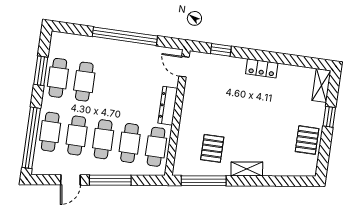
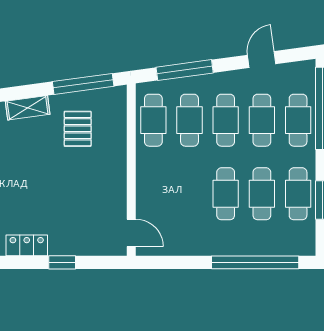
window: (125, 36) -> (255, 262), moved
window: (221, 50) -> (62, 262), moved
cafe table: (111, 85) -> (226, 194), added
dresser: (168, 106) -> (146, 177), removed
window: (110, 180) -> (185, 70), moved

